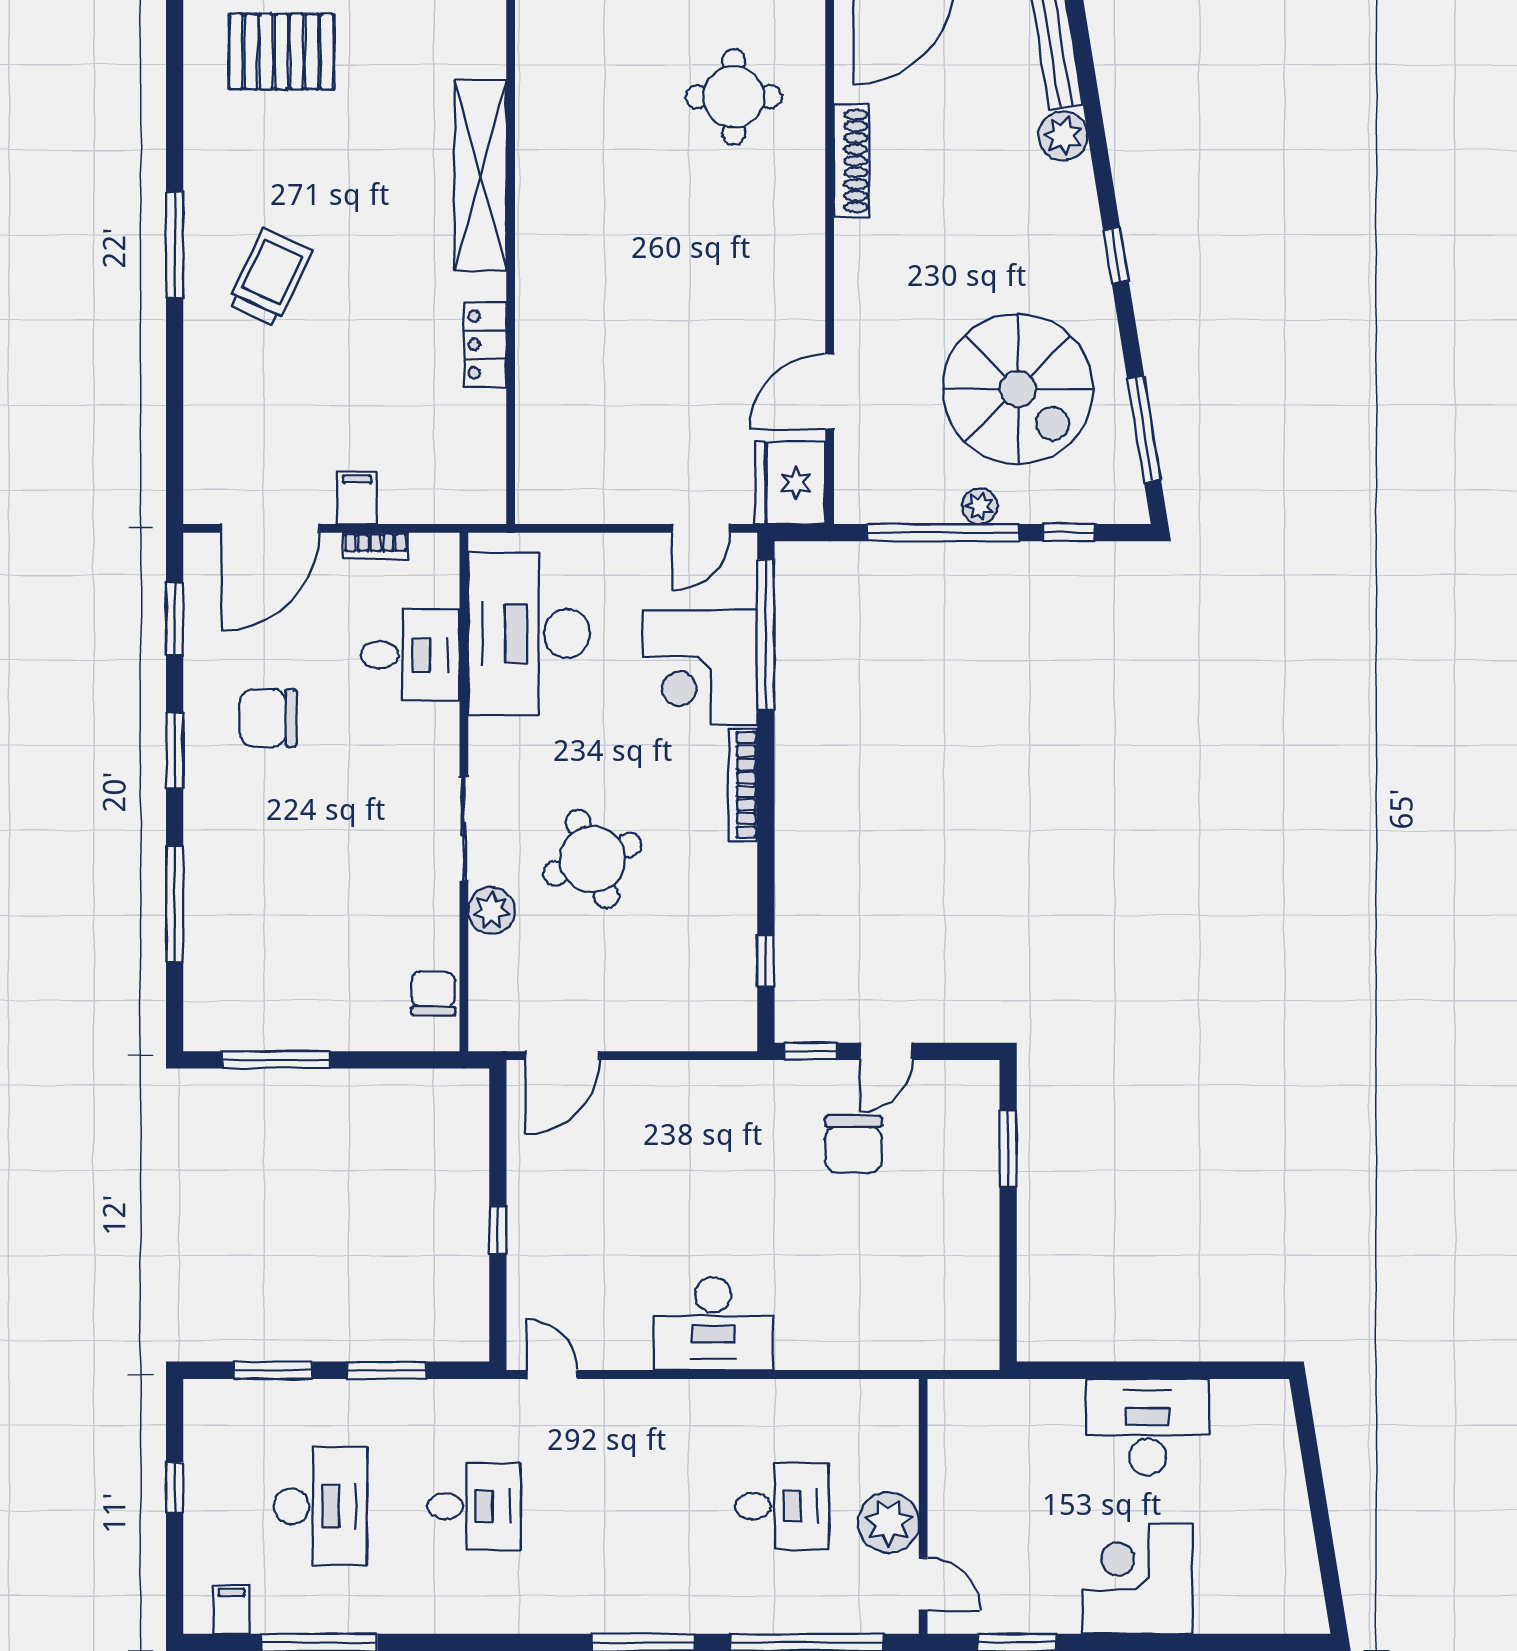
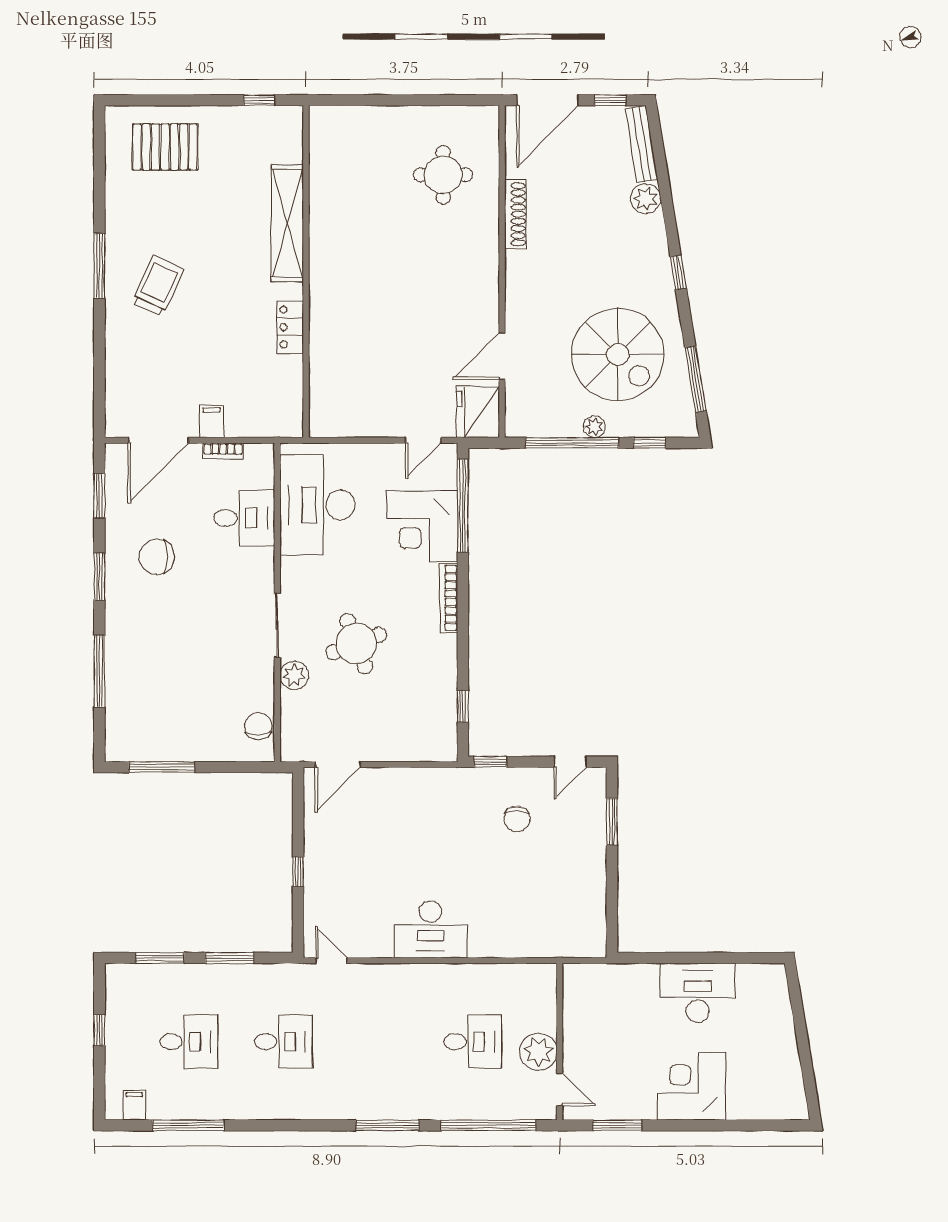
door: (886, 1051) -> (570, 762), moved
chair: (854, 1144) -> (517, 819), width x0.73, depth x0.73
desk: (320, 1506) -> (189, 1042), width x0.73

